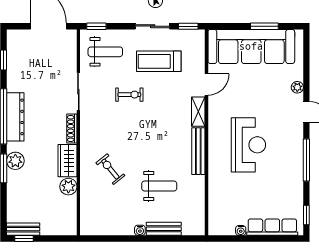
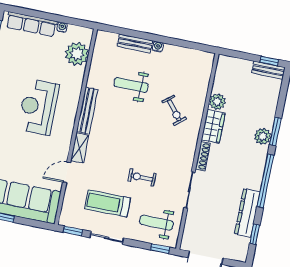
treadmill: (159, 61) -> (108, 203), turned 180
dresser: (15, 117) -> (247, 213), moved
plant: (220, 206) -> (77, 54), added

